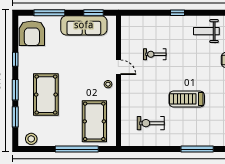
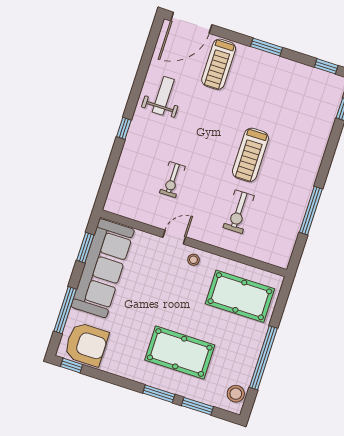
sofa: (84, 25) -> (103, 268), width x1.36, depth x1.27
weight bench: (206, 31) -> (163, 96), turned 180
window: (15, 59) -> (72, 366), moved
exercise bike: (151, 123) -> (239, 212), moved
window: (77, 149) -> (263, 358), moved
window: (197, 149) -> (311, 211), moved

